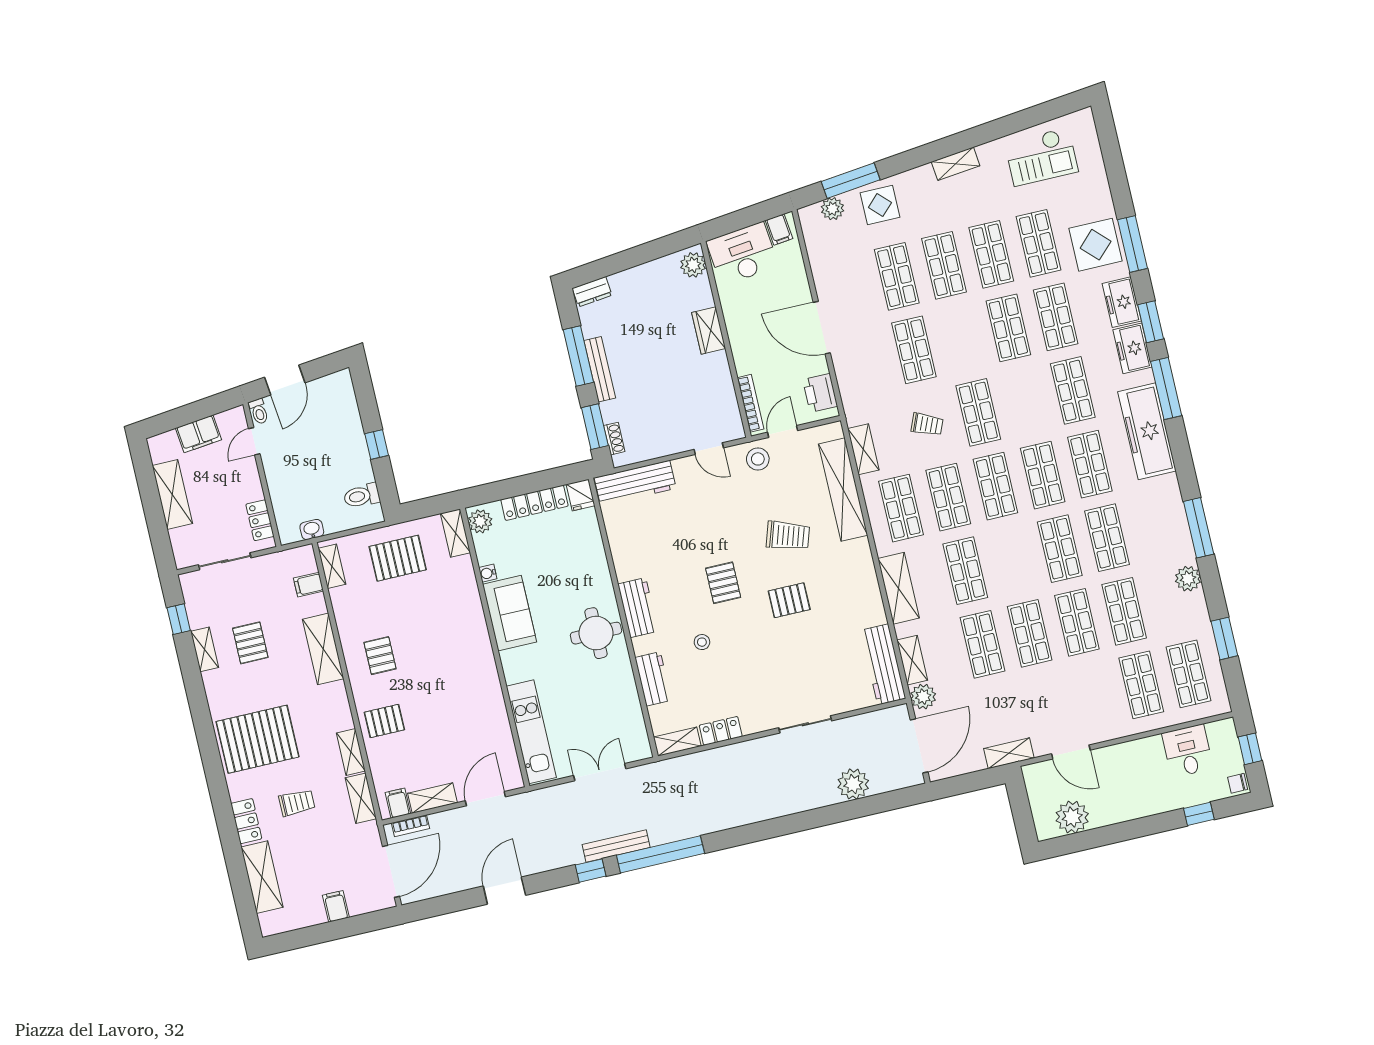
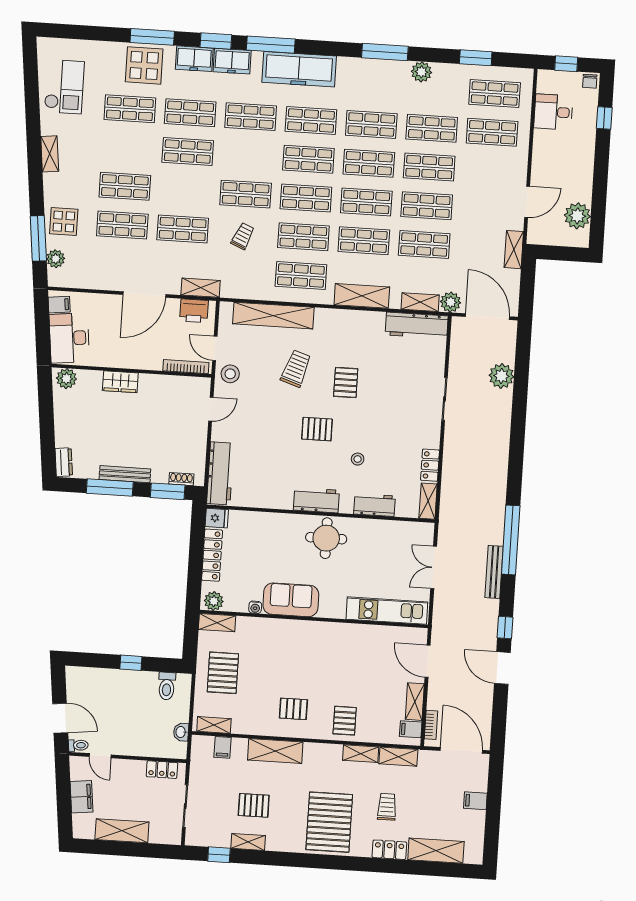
shop shelf: (991, 254) -> (366, 202), moved
shelving: (863, 449) -> (201, 288), moved
window: (591, 871) -> (505, 627), moved

